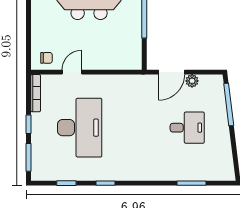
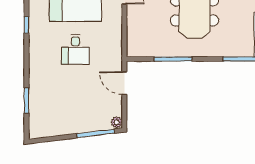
plant: (192, 81) -> (117, 122), moved
desk: (187, 128) -> (75, 50), moved

